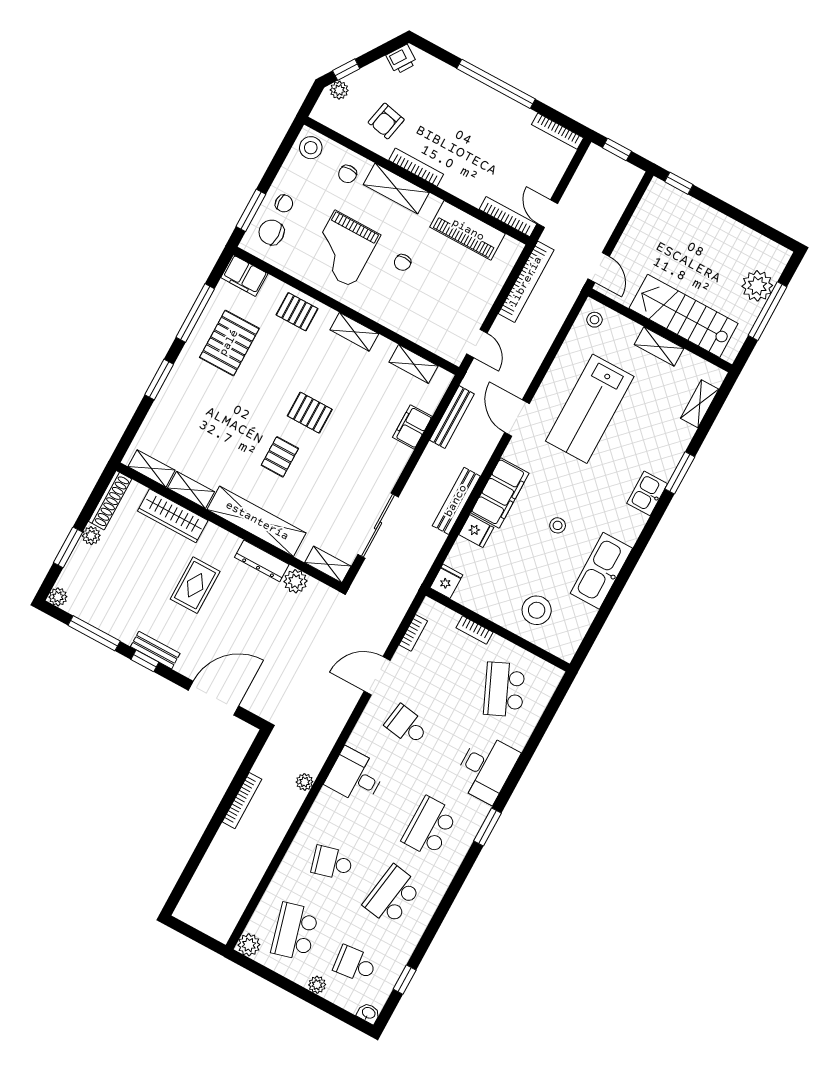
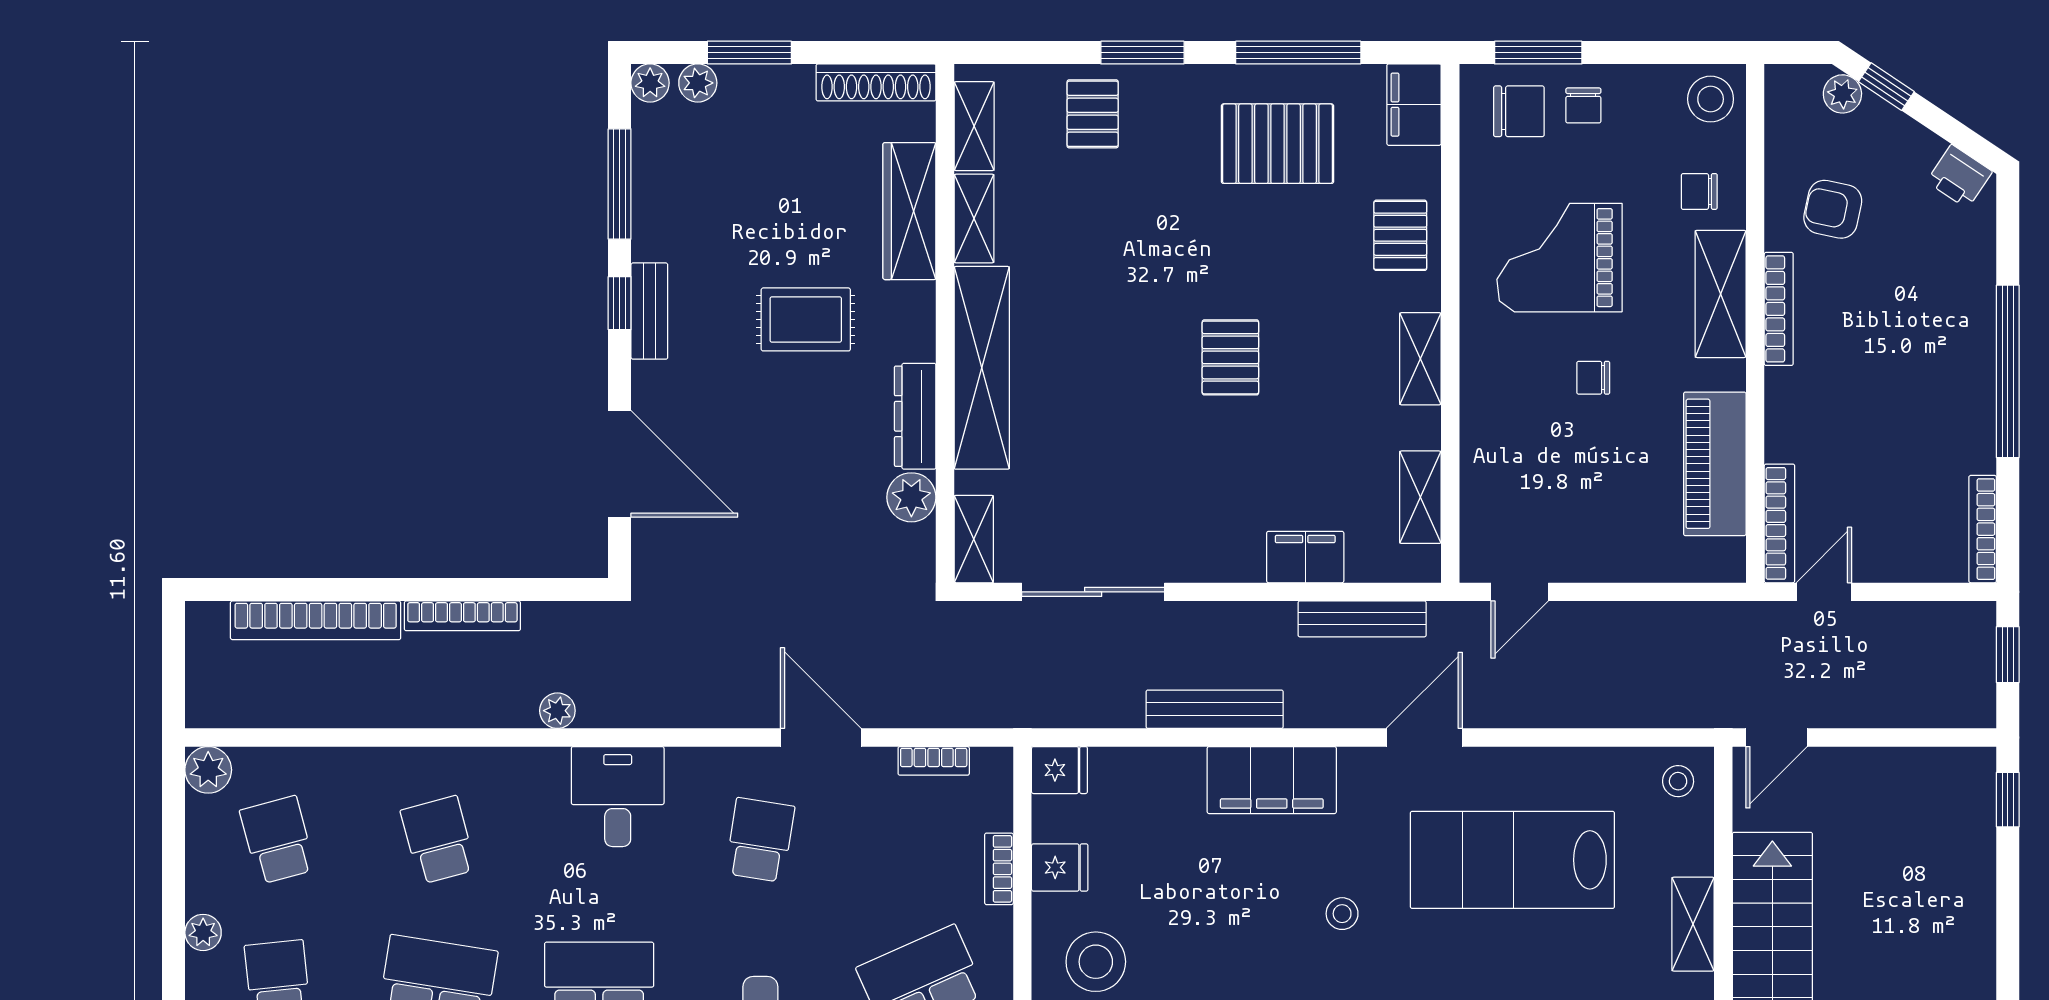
chair: (272, 232) -> (1519, 111), turned 90
bookcase: (526, 282) -> (316, 620), moved
pallet: (280, 457) -> (1093, 114), moved, turned 90
stool: (558, 525) -> (1342, 914), moved
fridge: (476, 531) -> (1060, 867), moved, turned -90
plant: (91, 536) -> (698, 83), moved
school desk: (295, 931) -> (278, 840), width x0.54

